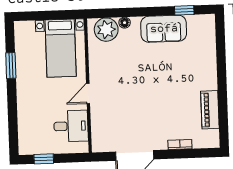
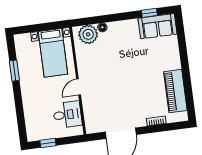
sofa: (164, 29) -> (157, 26), moved
piano: (210, 110) -> (175, 91), width x1.37, depth x1.33

